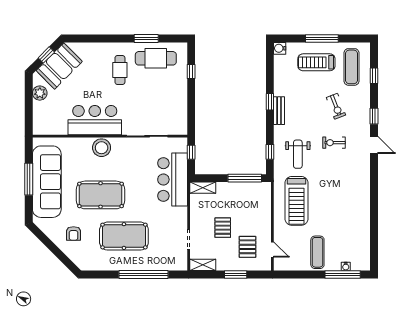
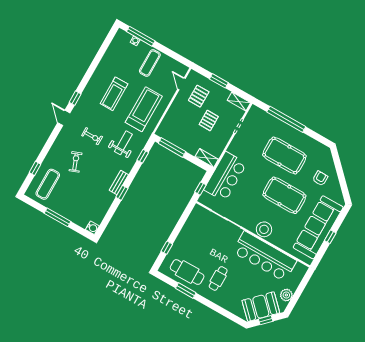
treadmill: (316, 62) -> (114, 94), moved, turned 90
window: (374, 116) -> (75, 98), moved
bar counter: (95, 120) -> (265, 256), width x1.36
window: (29, 179) -> (330, 237), width x0.46

